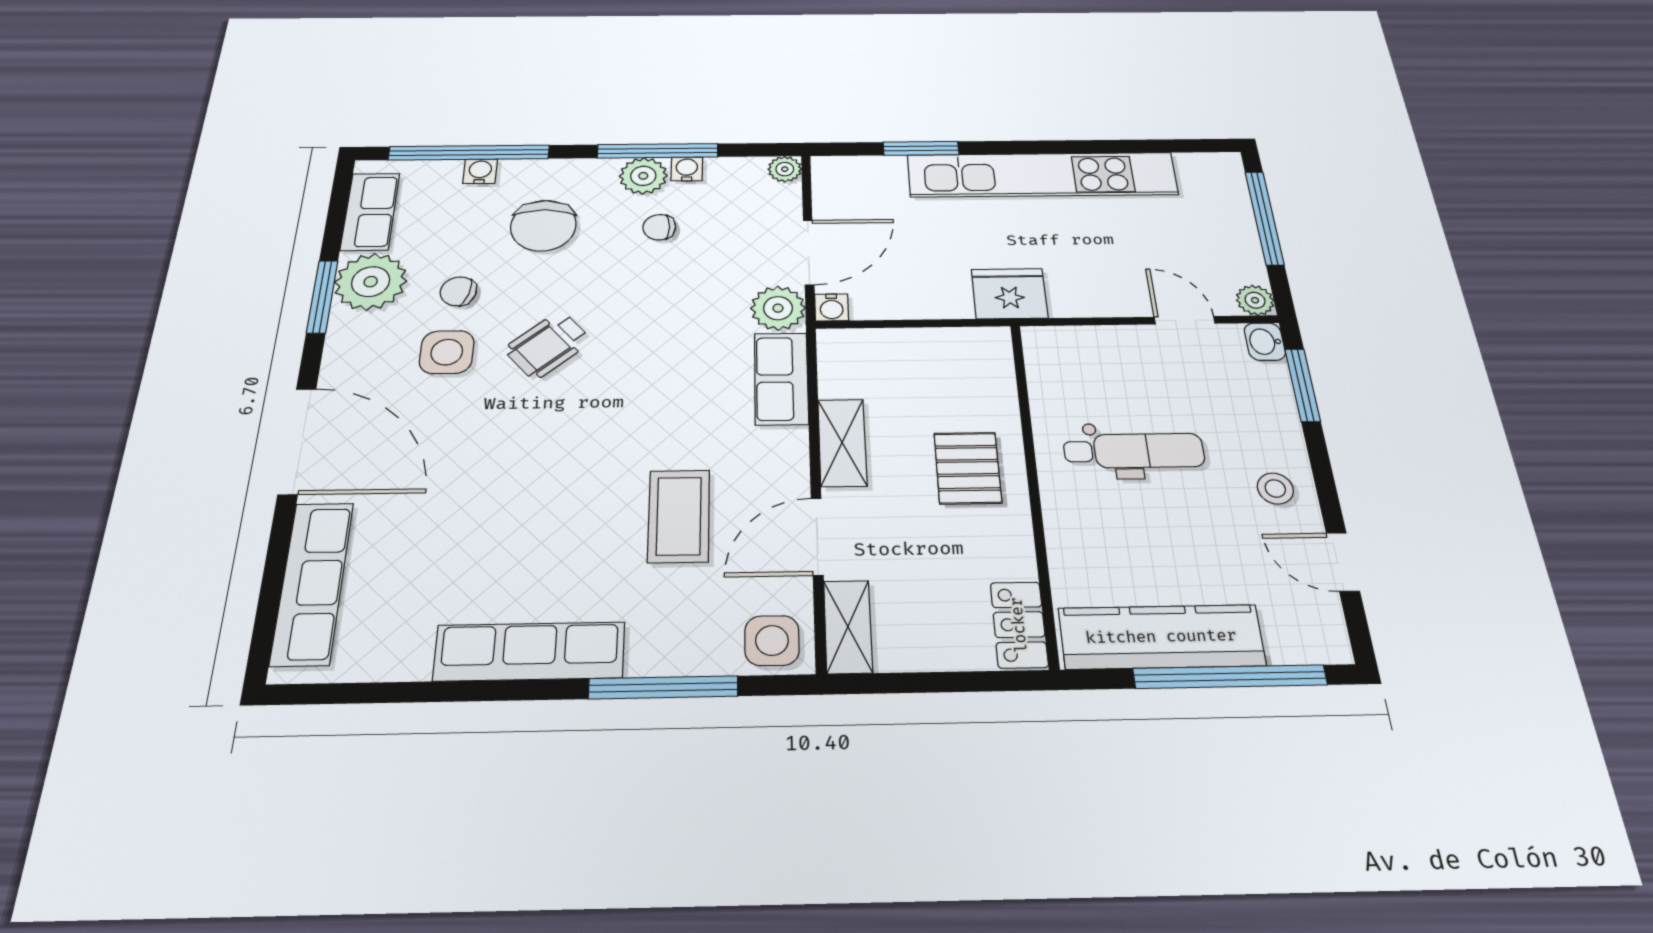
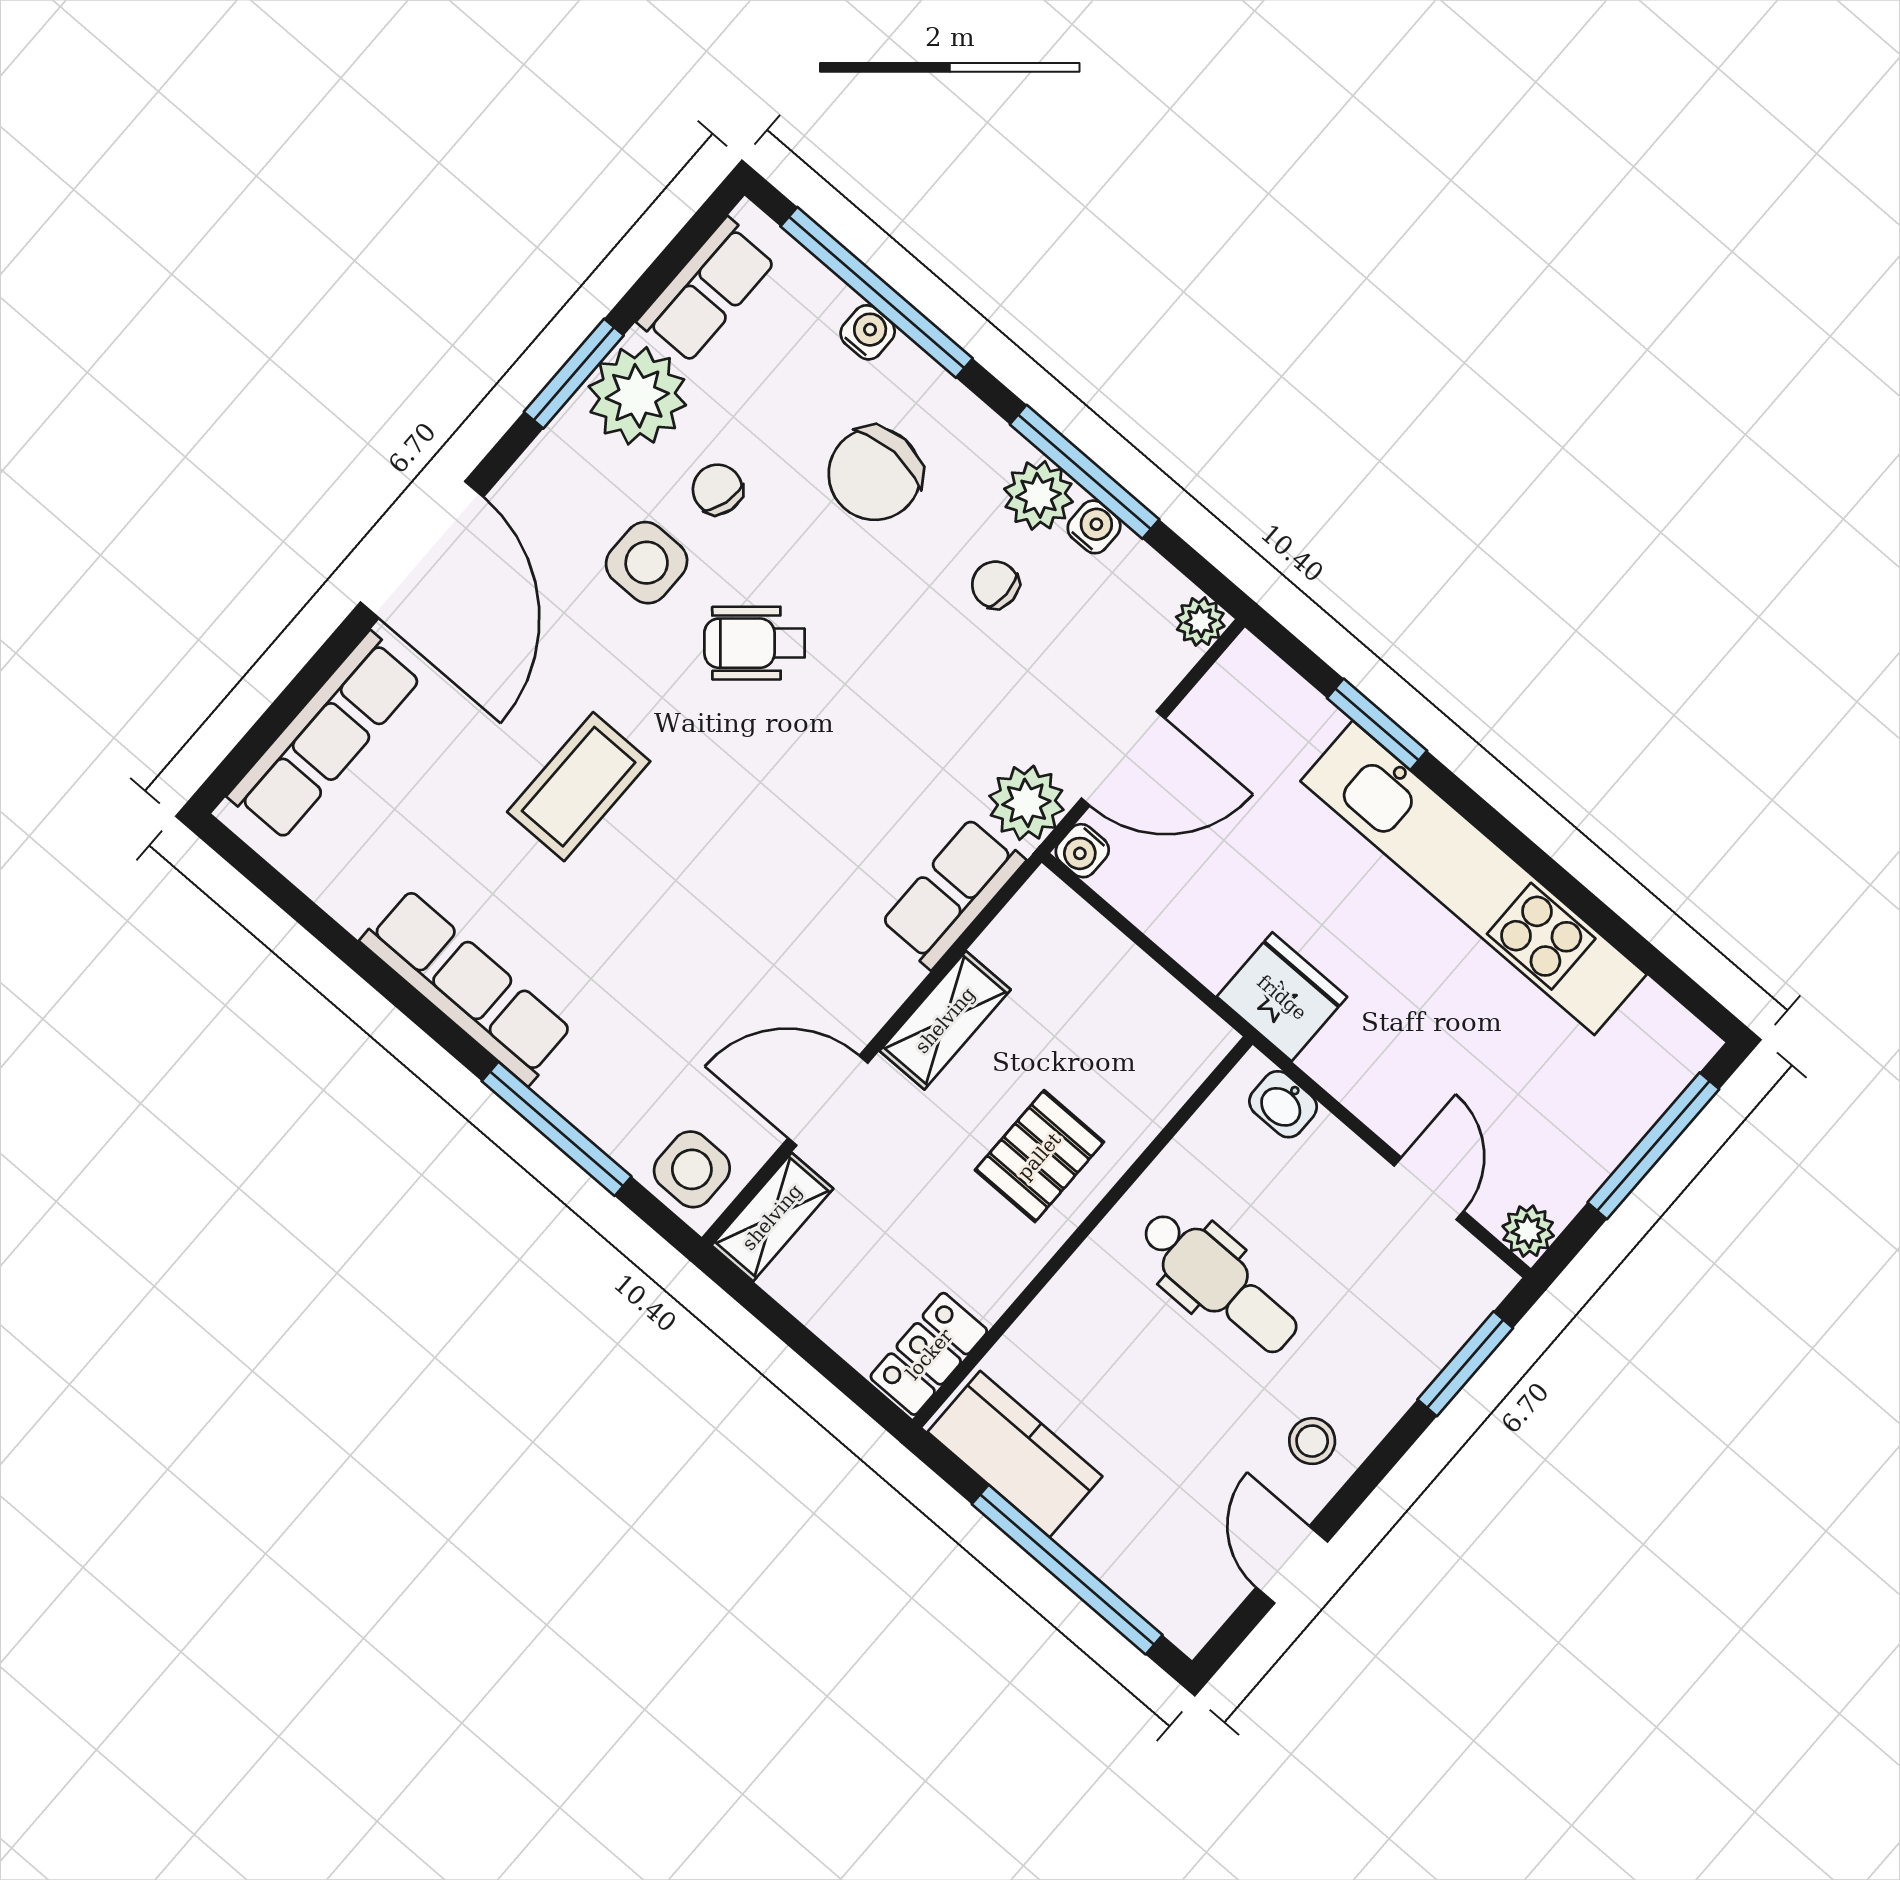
washbasin: (1265, 342) -> (1283, 1104), moved, turned -90
coffee table: (679, 516) -> (579, 787), moved
kitchen counter: (1161, 637) -> (1015, 1454), width x0.67

